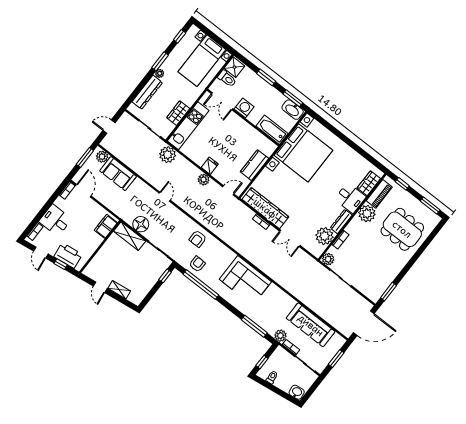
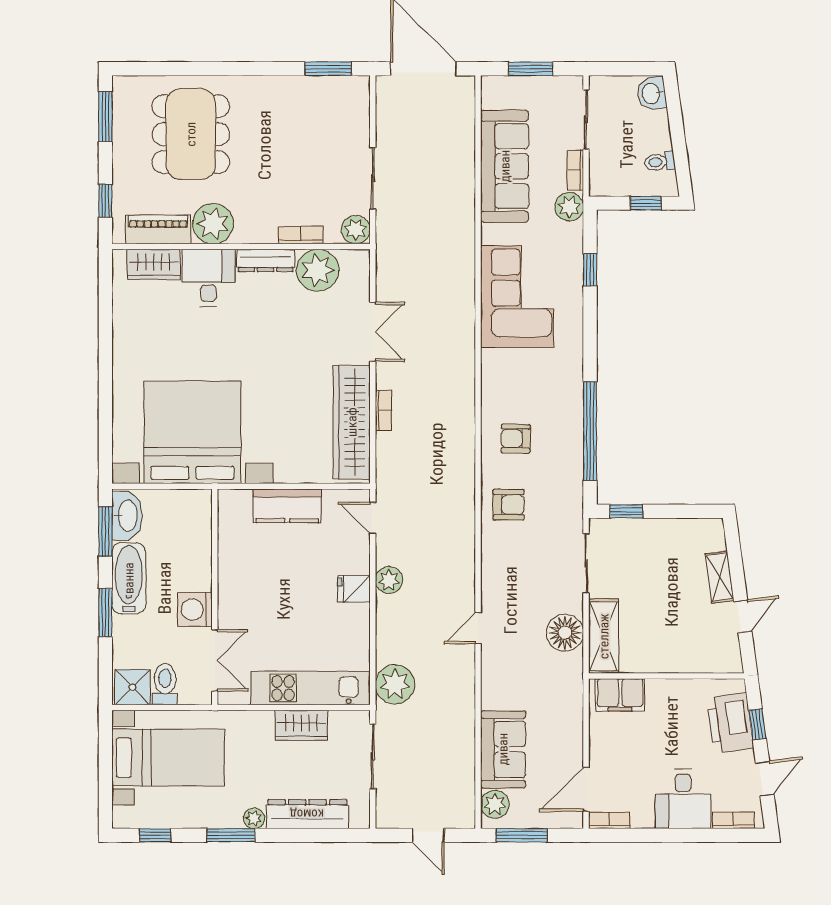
bathtub: (272, 130) -> (129, 578), moved, turned 180
armchair: (197, 264) -> (516, 439), moved
corner sofa: (245, 280) -> (517, 296), moved
window: (254, 326) -> (590, 270), width x0.46

